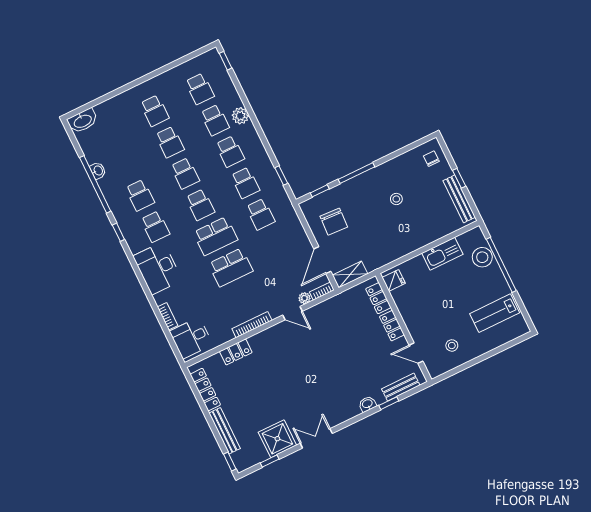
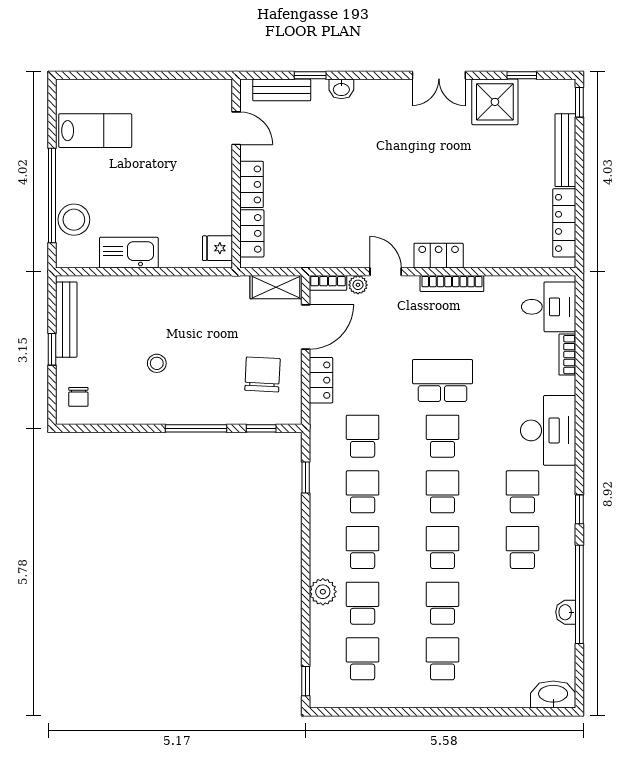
locker: (299, 234) -> (321, 380), added
school desk: (215, 236) -> (442, 436), width x0.54
stool: (452, 345) -> (179, 114), removed
locker: (236, 352) -> (439, 256), moved

